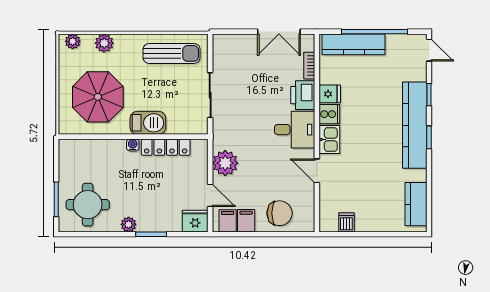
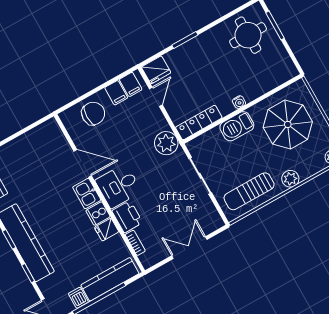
double door: (279, 32) -> (189, 248), moved
plant: (104, 43) -> (290, 179), moved
locker: (166, 147) -> (199, 123), moved
plant: (225, 163) -> (166, 143), moved
door: (317, 171) -> (83, 163), width x1.38
door: (210, 195) -> (156, 97), swing flipped
chair: (280, 213) -> (93, 113), turned 180
dishwasher: (346, 222) -> (78, 298), moved, turned 180
plant: (129, 224) -> (207, 38), removed

